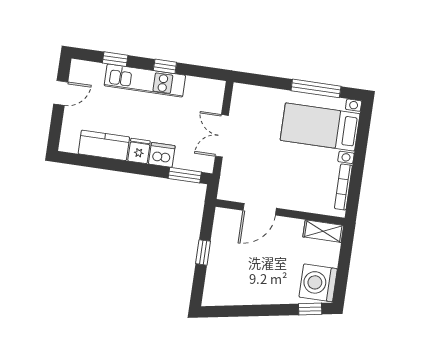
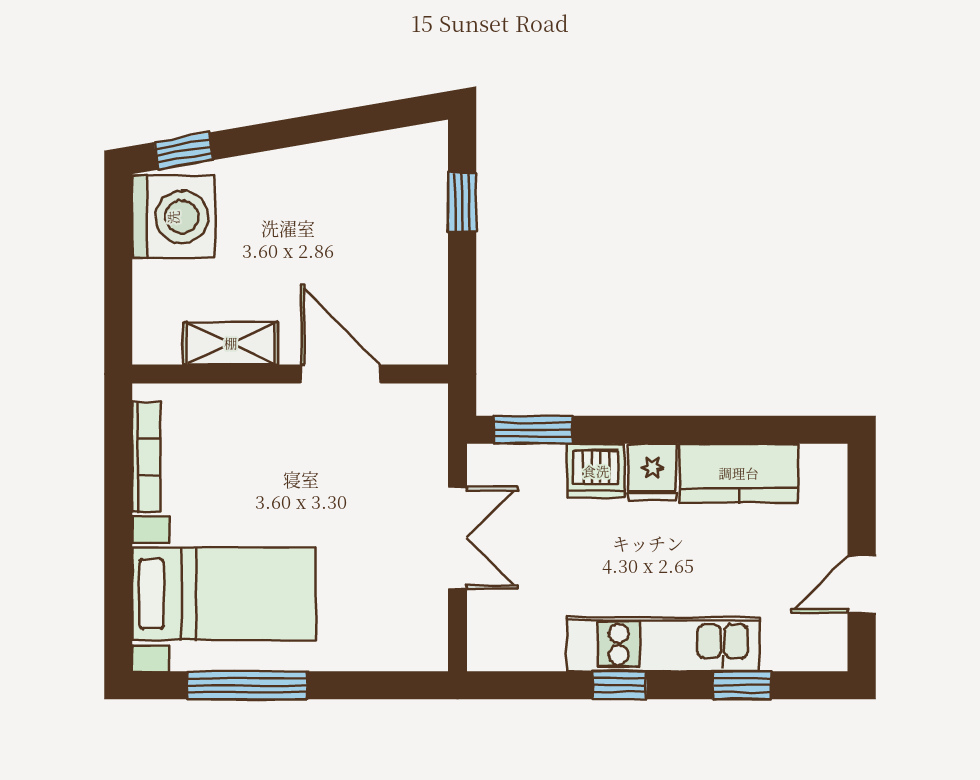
door: (260, 209) -> (341, 374), hinge flipped
shelving: (323, 231) -> (231, 343), moved
window: (203, 252) -> (462, 202), moved

